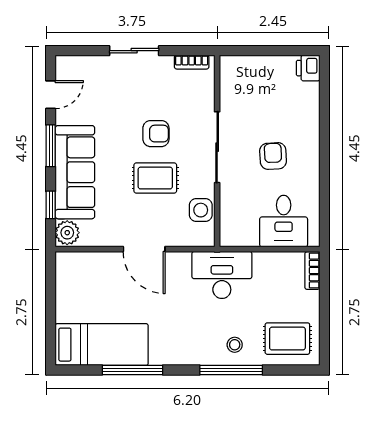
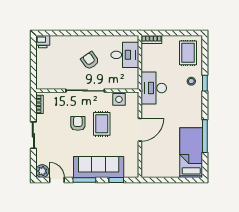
armchair: (273, 156) -> (90, 61), turned 58
plant: (67, 233) -> (42, 171), moved
window: (231, 370) -> (205, 83), width x0.46

